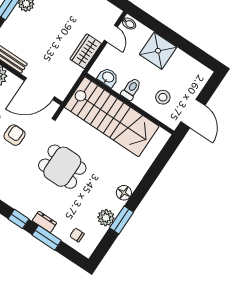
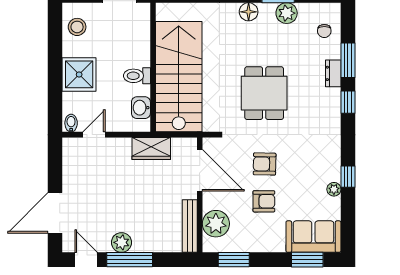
wardrobe: (86, 51) -> (151, 148), moved
stool: (163, 97) -> (77, 27), moved

